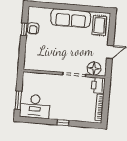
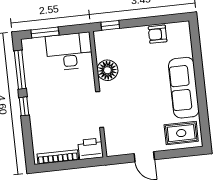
window: (24, 29) -> (110, 25), moved
floor lamp: (94, 69) -> (107, 70), moved
desk: (35, 106) -> (69, 51), moved, turned 90
window: (39, 121) -> (20, 70), added

